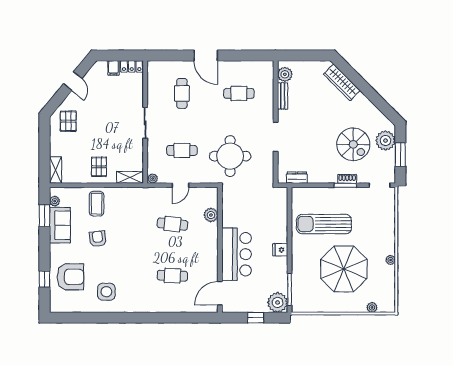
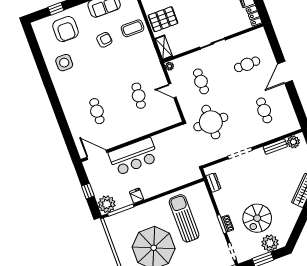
pallet: (99, 167) -> (163, 19), width x1.50, depth x1.42
plant: (211, 215) -> (157, 124), removed
fridge: (280, 250) -> (137, 196), moved

